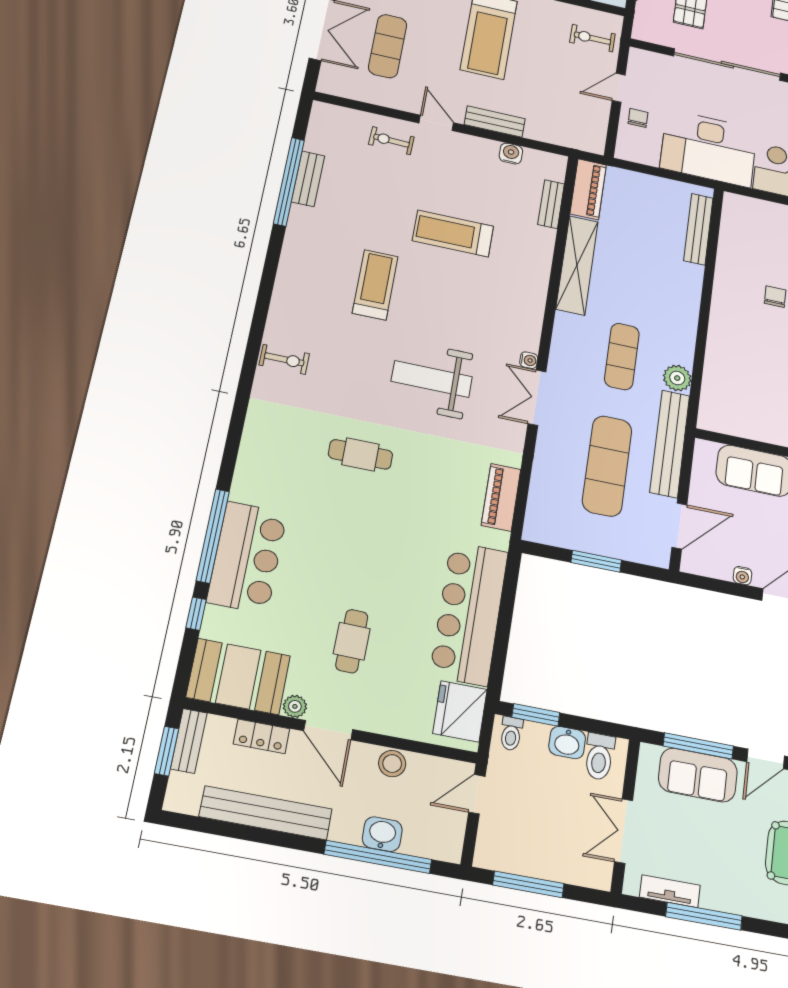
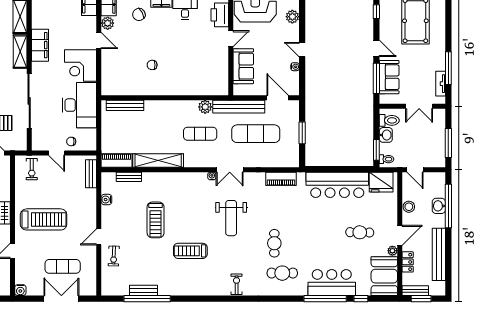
bench: (495, 122) -> (91, 174), moved
cafe table: (290, 457) -> (282, 273), added

